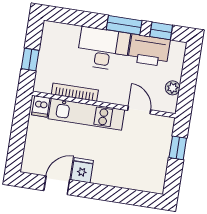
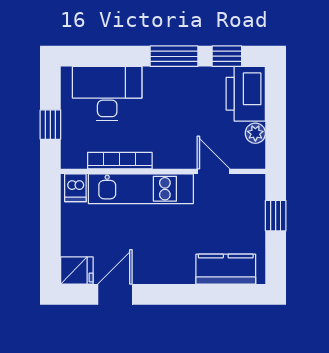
desk: (103, 49) -> (107, 94), moved
printer: (149, 50) -> (246, 94), moved, turned 90
fridge: (82, 170) -> (77, 270), moved, turned 90
kitchen counter: (137, 180) -> (226, 269), added

